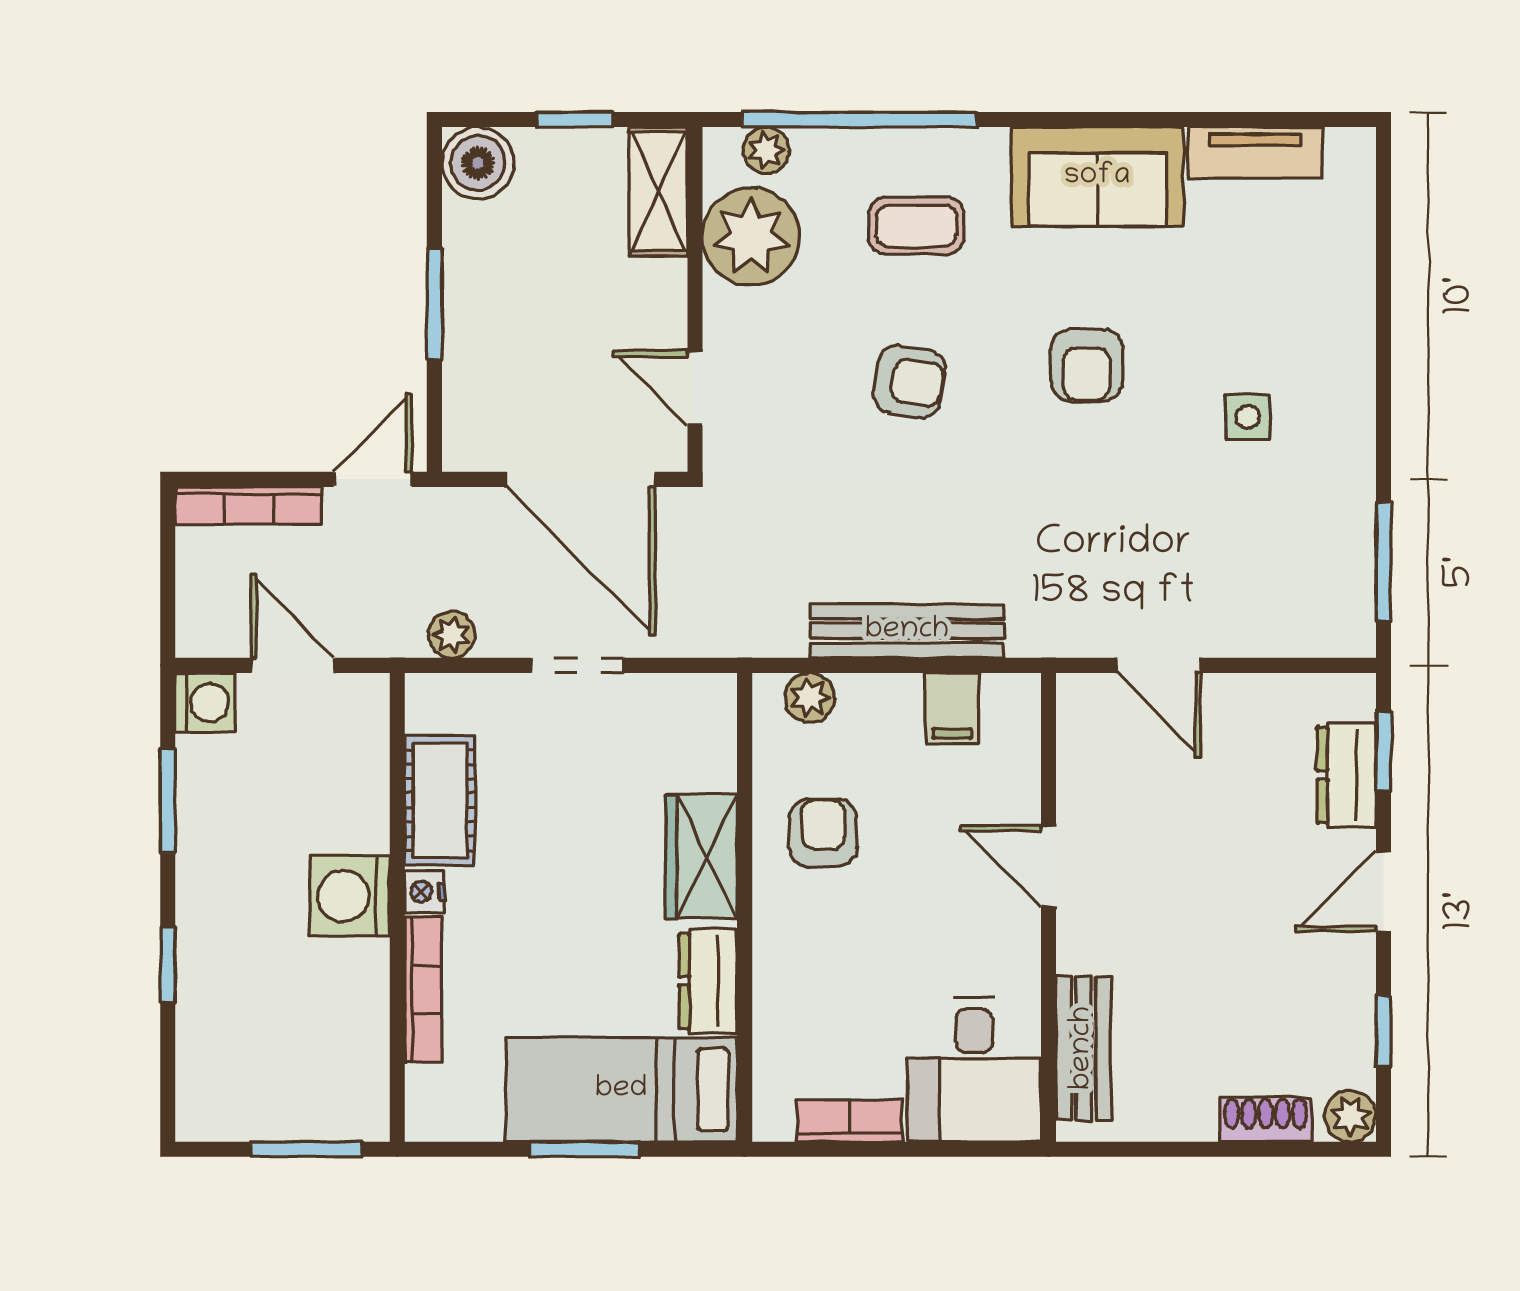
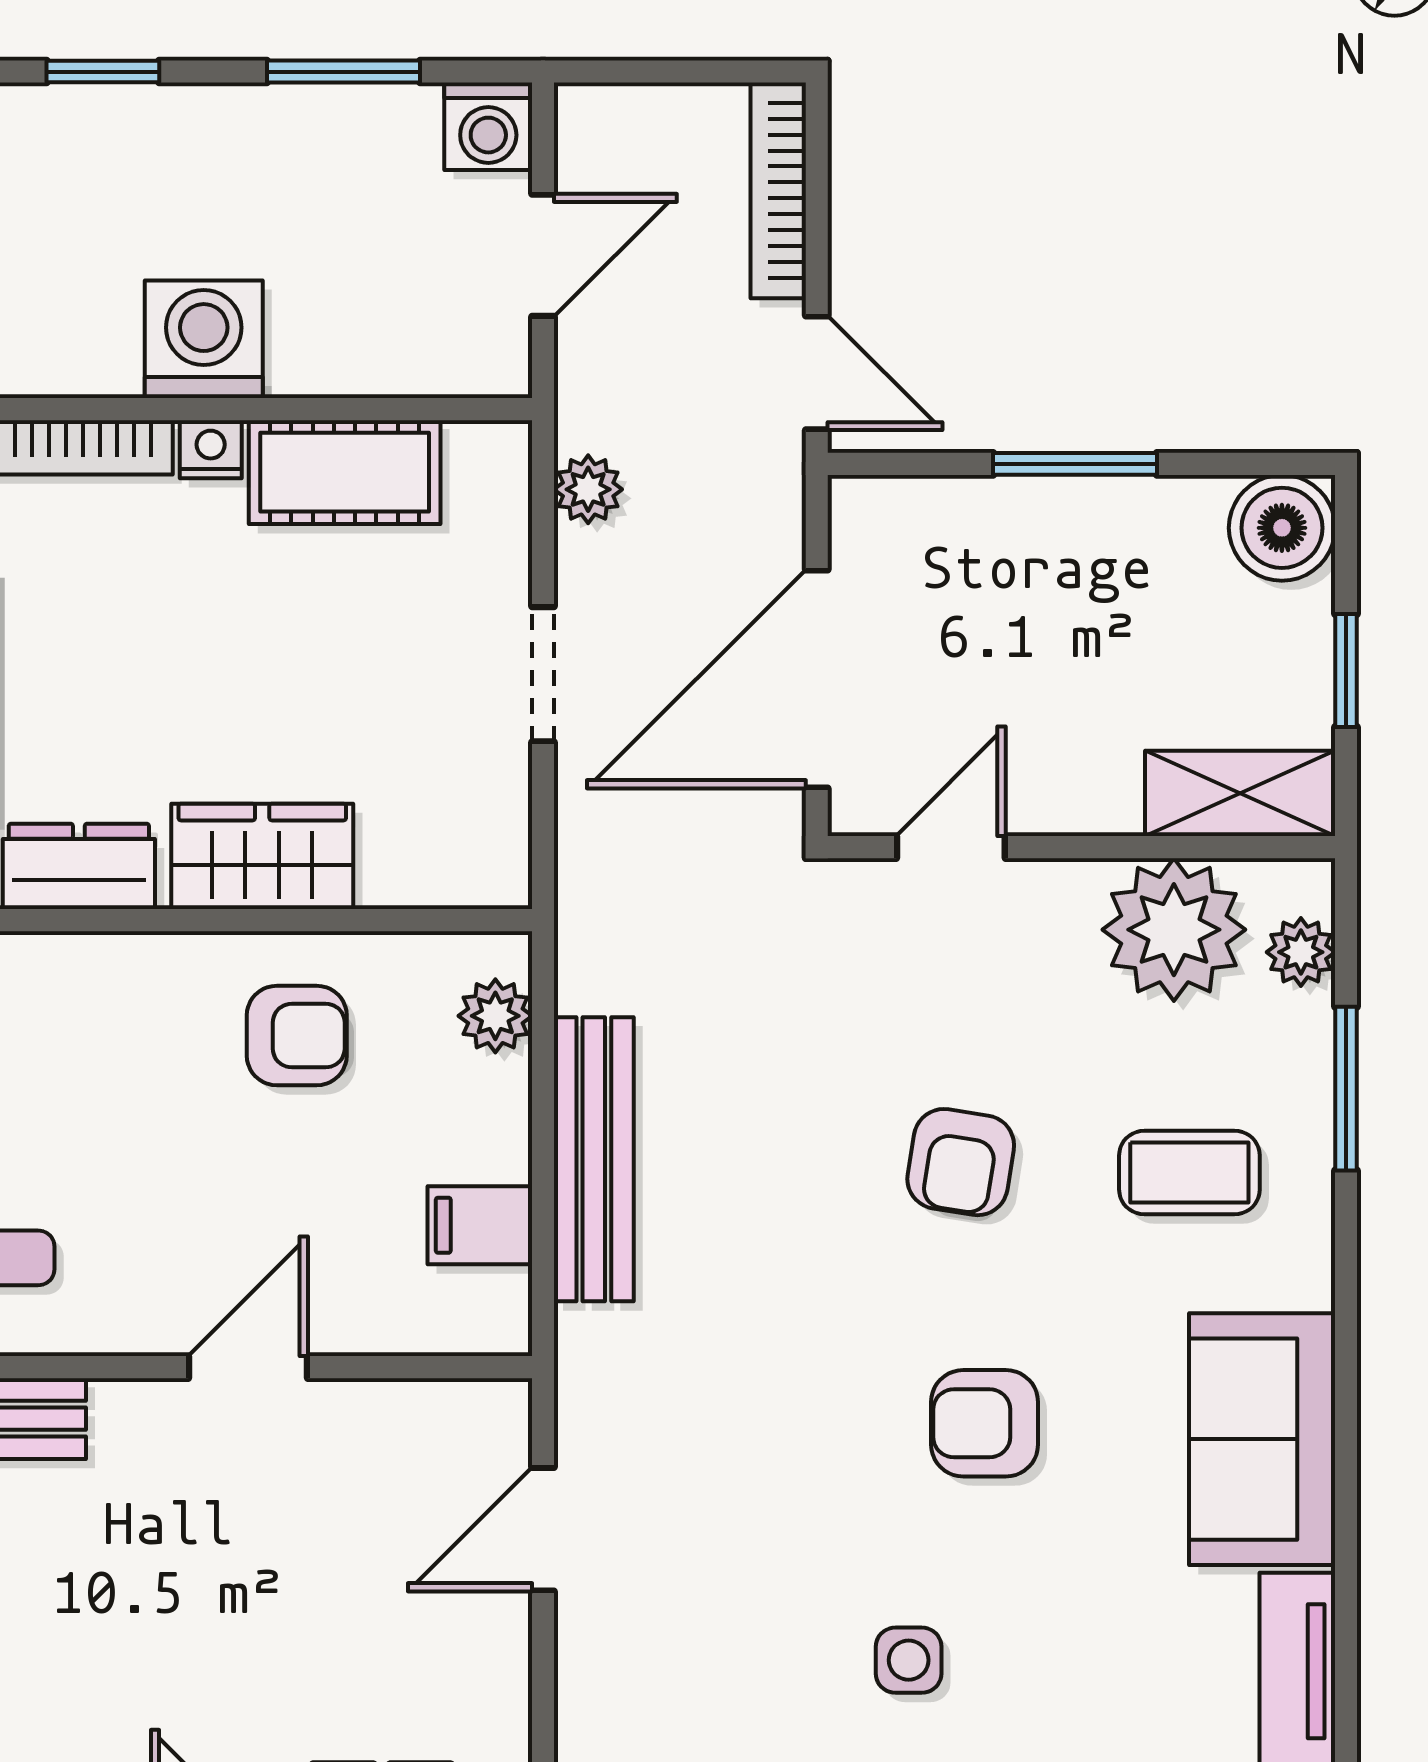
window: (859, 120) -> (1346, 1089), width x0.47
coffee table: (916, 226) -> (1189, 1172), turned 90

